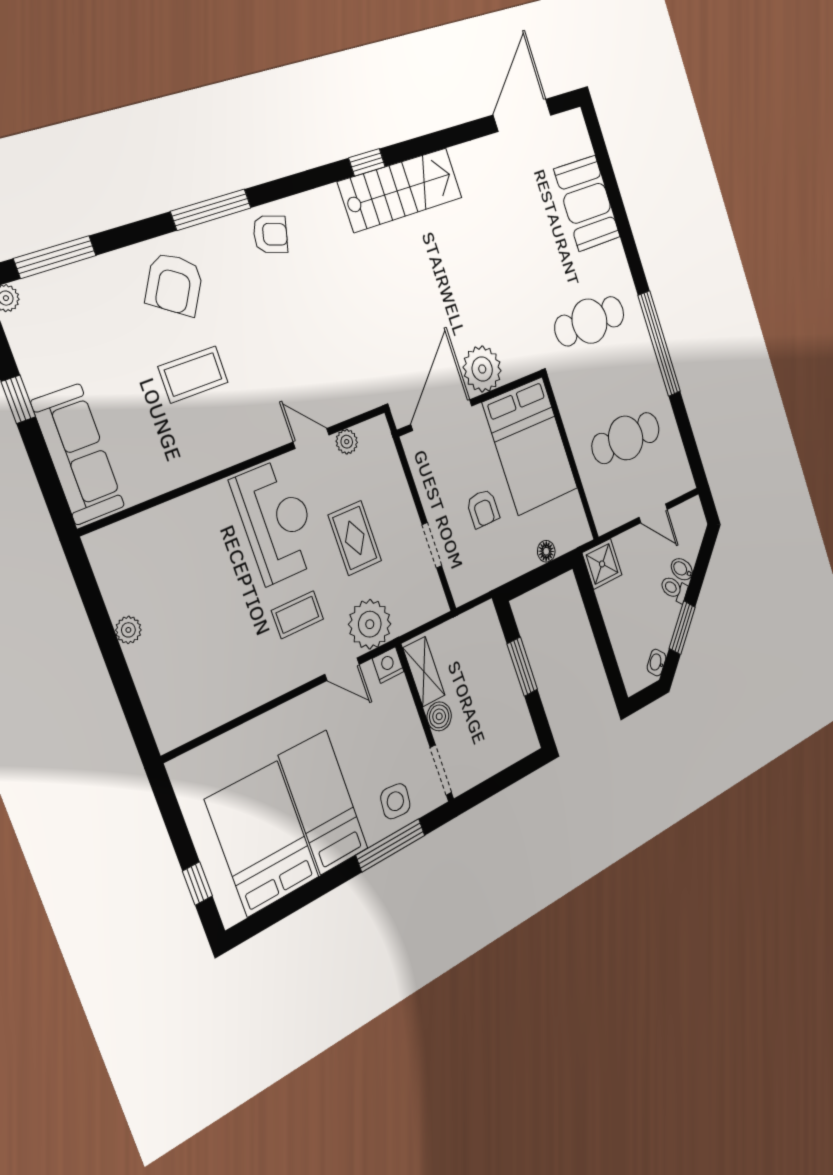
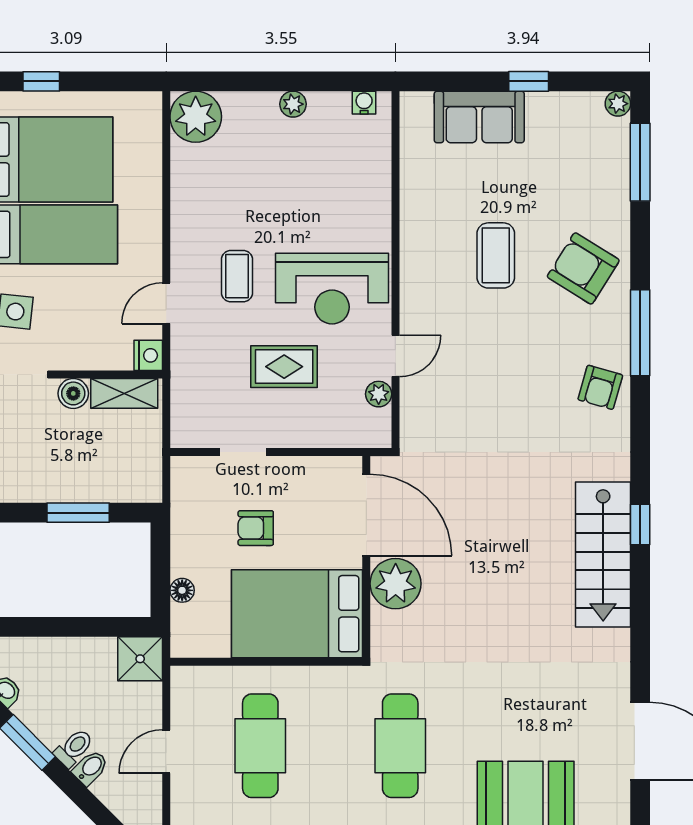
sofa: (78, 454) -> (479, 117), width x0.73
water cooler: (101, 560) -> (364, 103), added
plant: (370, 624) -> (196, 117), moved

